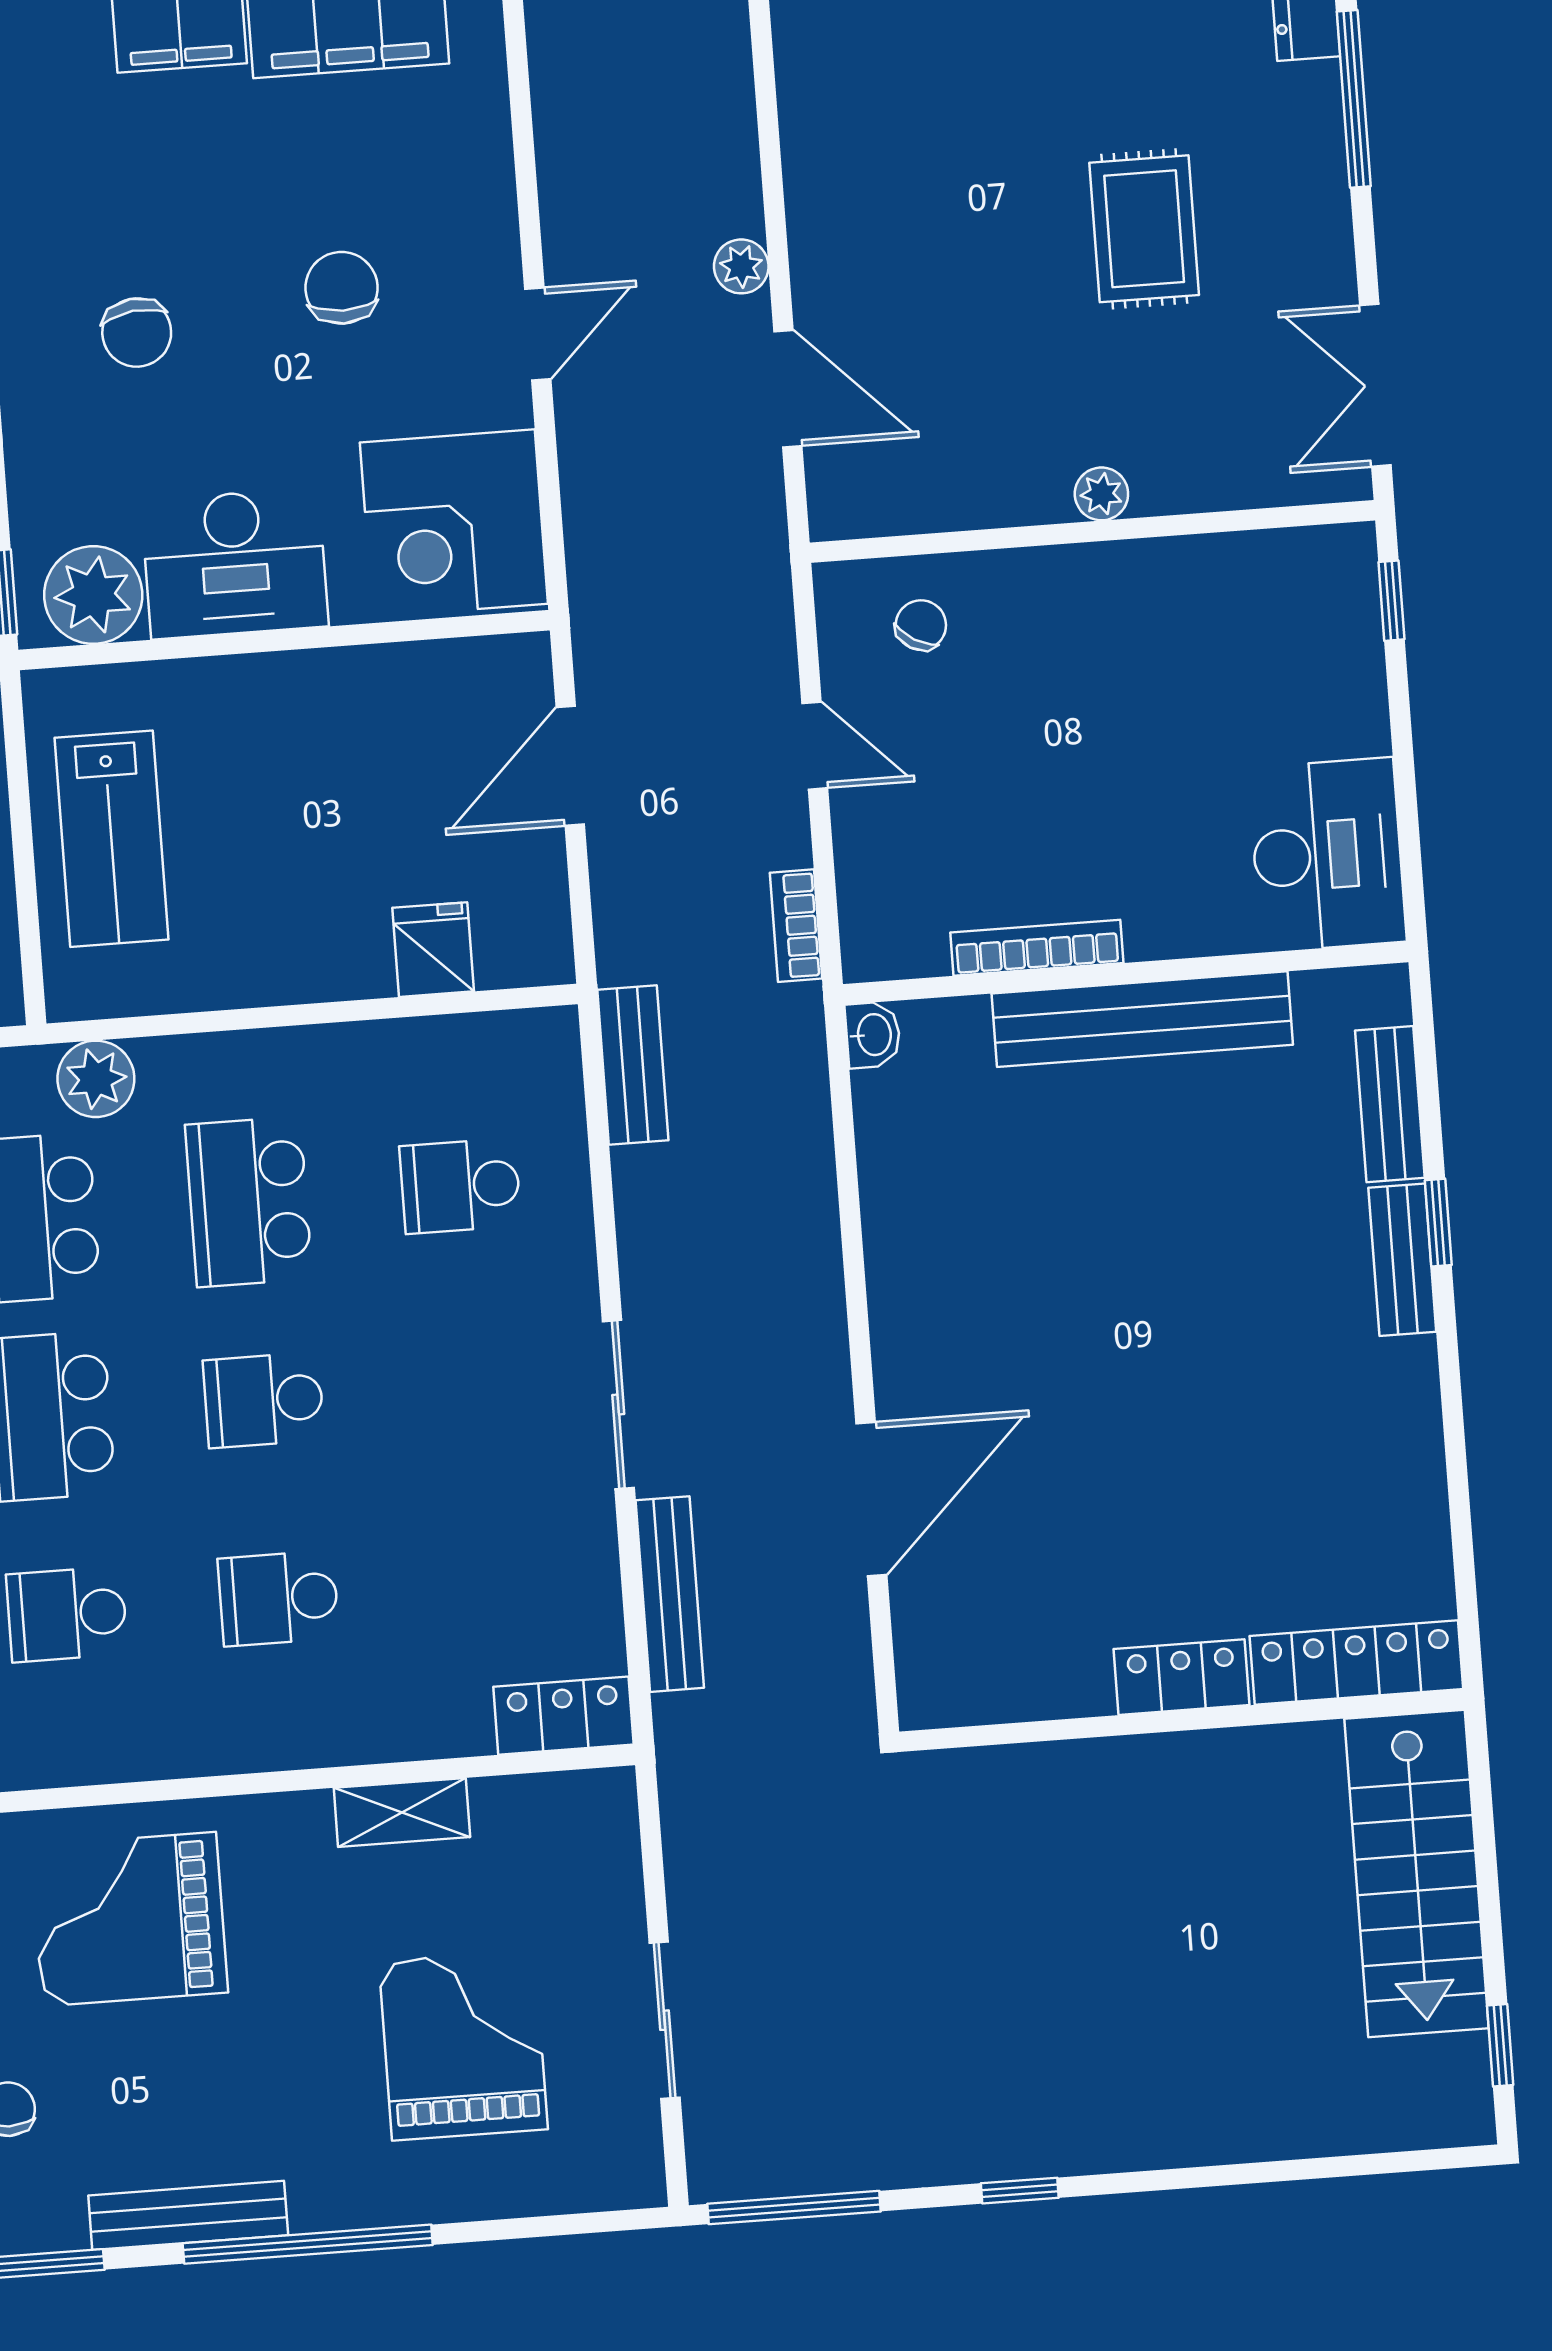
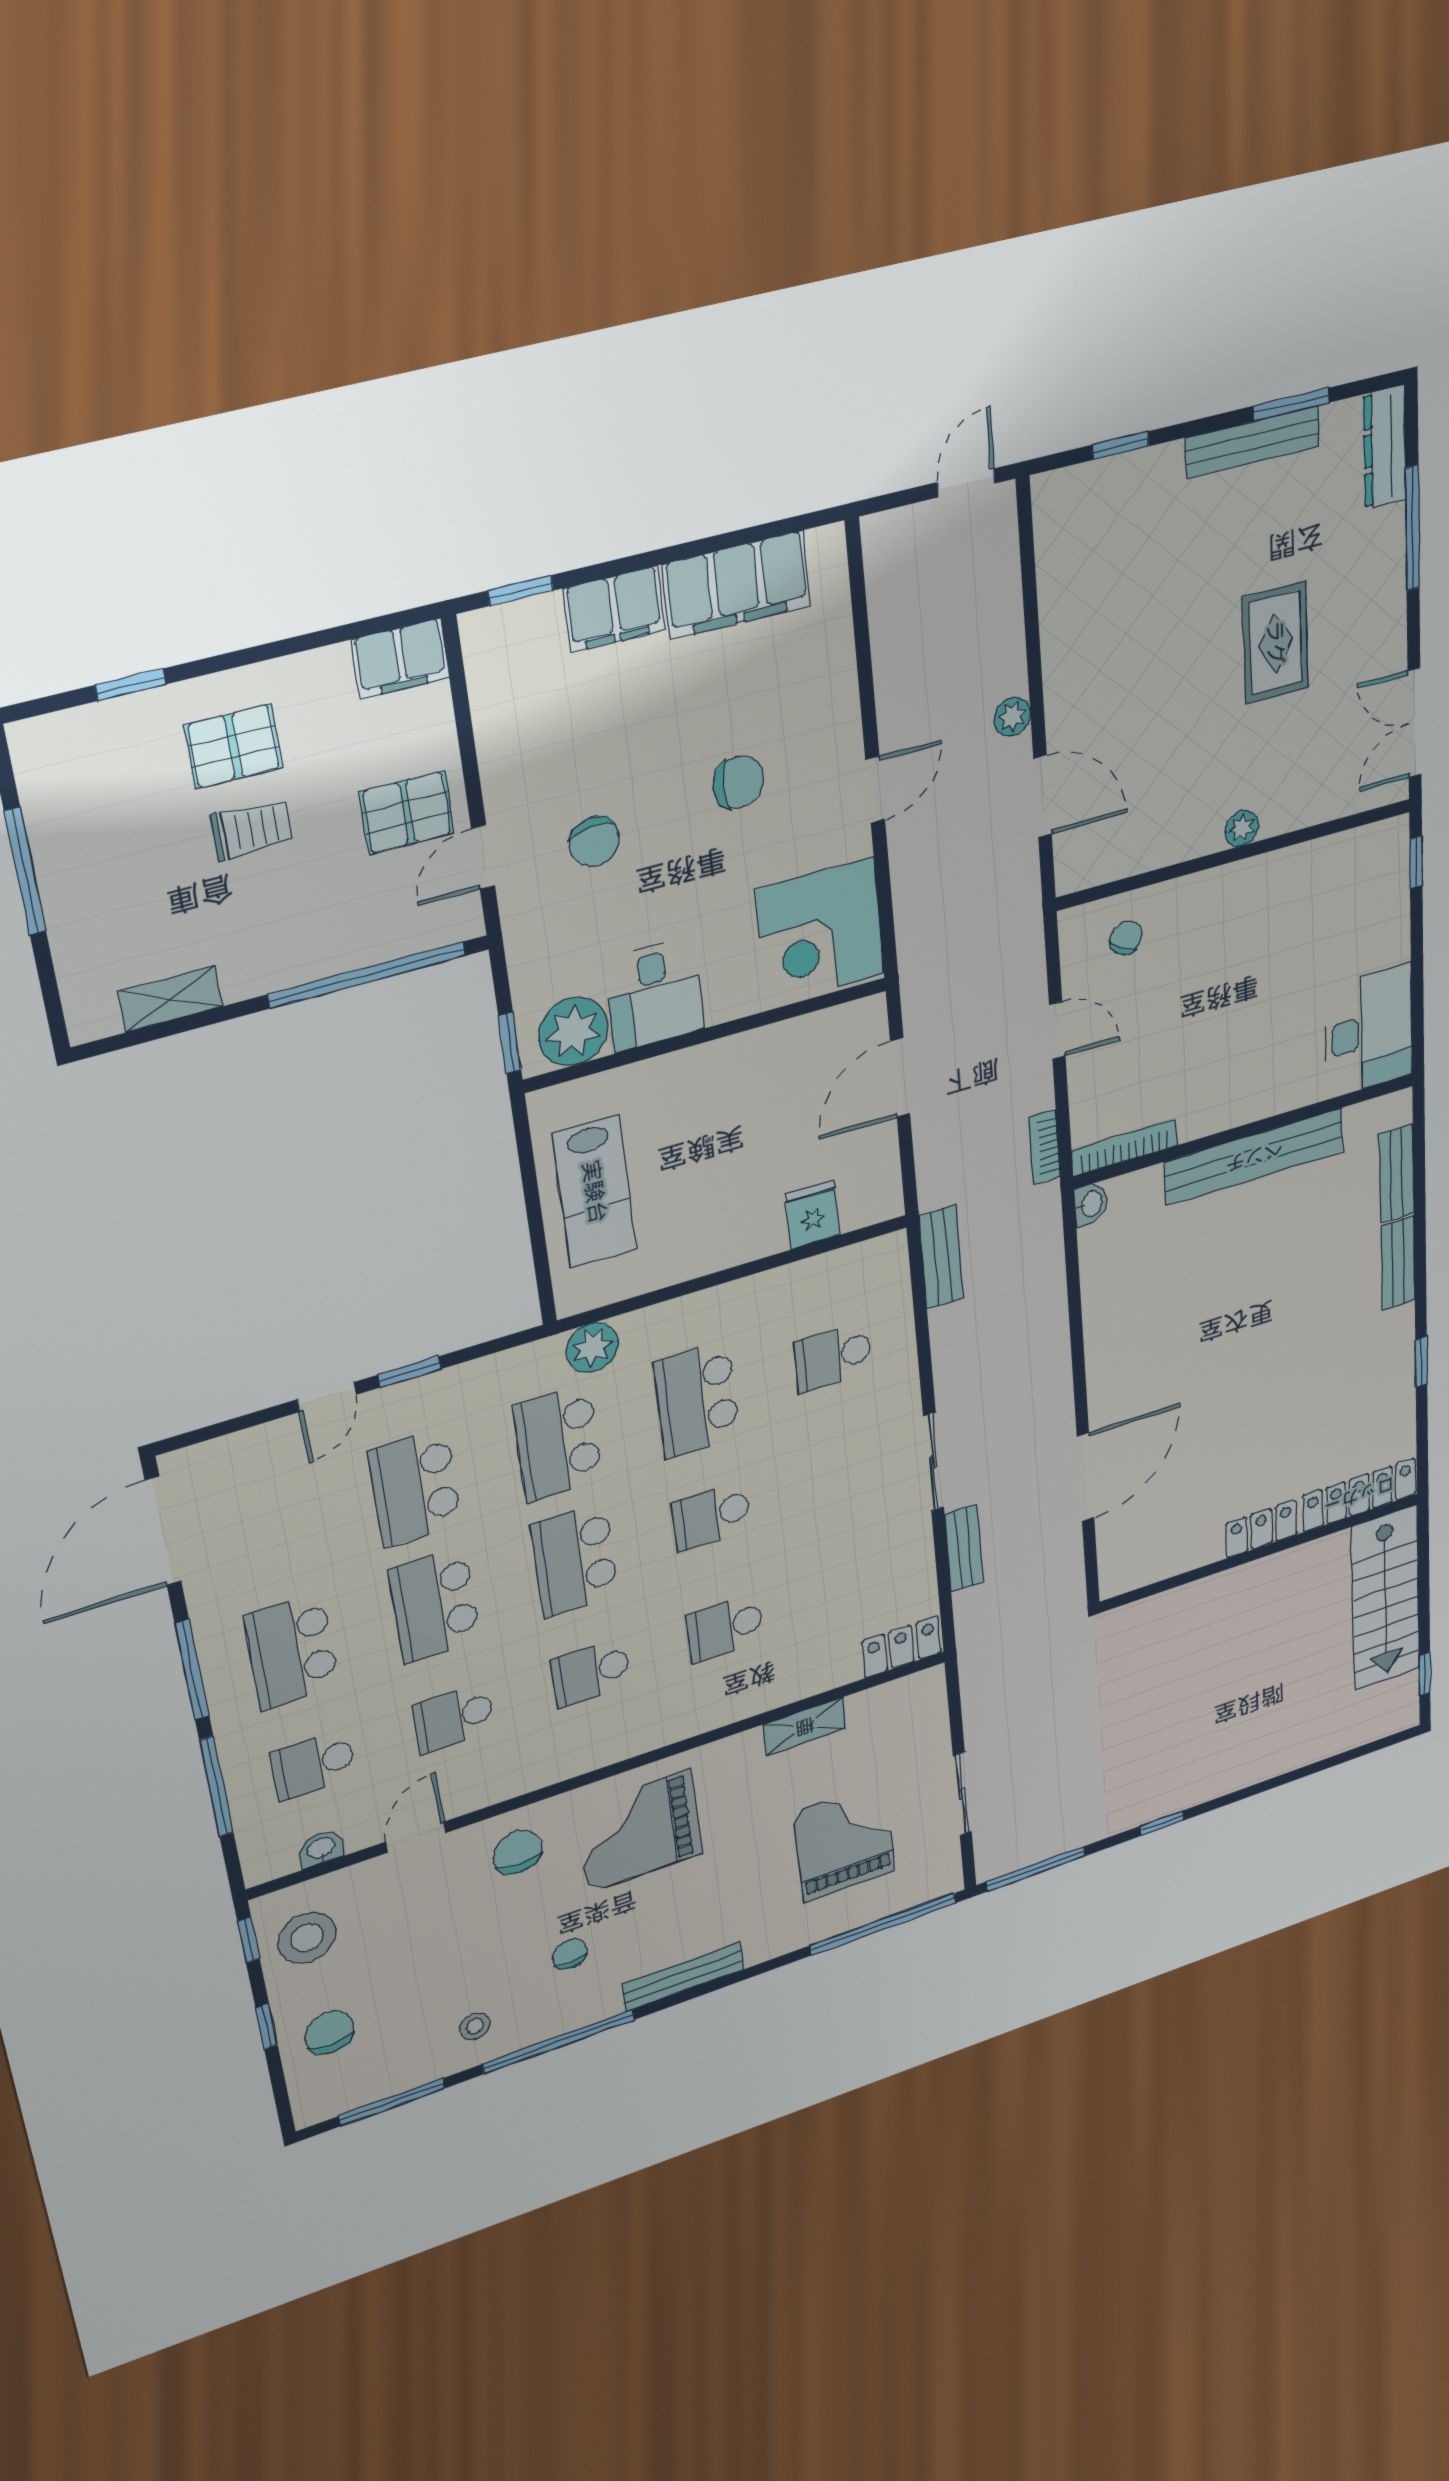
chair: (342, 288) -> (739, 782), turned 90
desk: (235, 563) -> (654, 994), width x0.73
bookcase: (1037, 948) -> (1125, 1148), moved
window: (1438, 1223) -> (1421, 1362), moved
bench: (670, 1594) -> (964, 1548), width x0.73
window: (308, 2244) -> (883, 1924), moved

